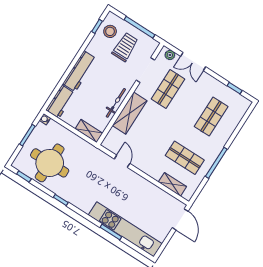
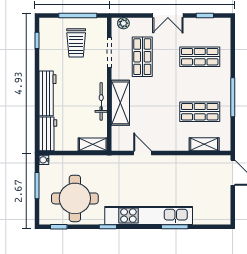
stool: (110, 31) -> (52, 37), removed
trolley: (125, 47) -> (76, 43), turned 180
double door: (193, 62) -> (168, 15), moved
shop shelf: (211, 117) -> (200, 57), turned 90
kitchen unit: (125, 229) -> (149, 216), moved

